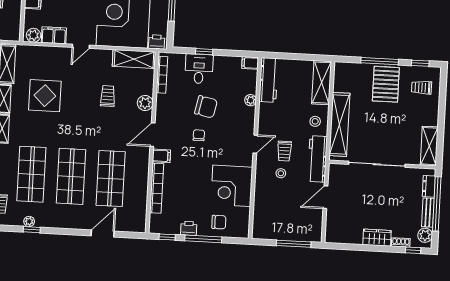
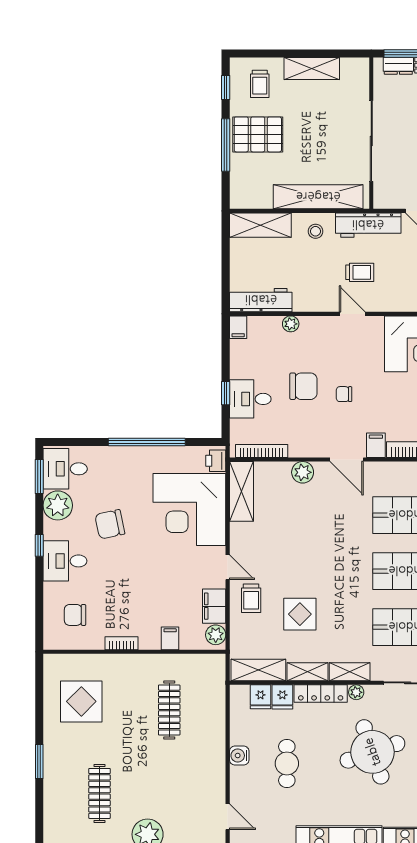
display table: (45, 96) -> (300, 614), width x0.73, depth x0.73
trolley: (108, 96) -> (251, 598), moved, turned -90
chair: (206, 107) -> (303, 386), turned 78
shelving: (429, 146) -> (312, 69), moved
stool: (281, 173) -> (391, 276), removed

